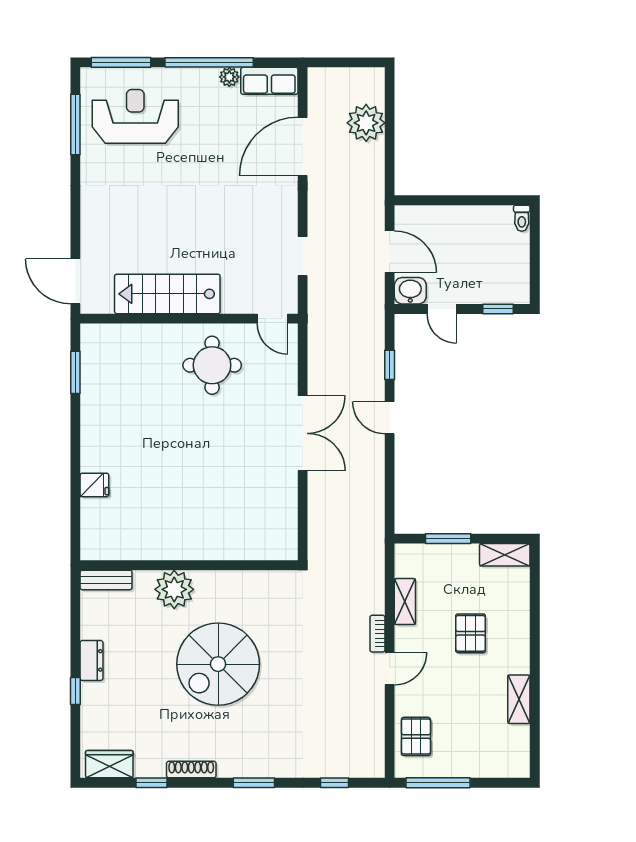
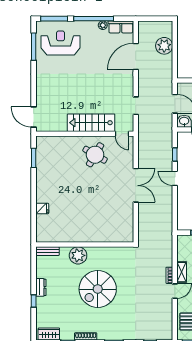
stairs: (167, 294) -> (91, 123), moved
round table: (212, 365) -> (95, 155), turned 30
shelving: (405, 602) -> (182, 272), moved

